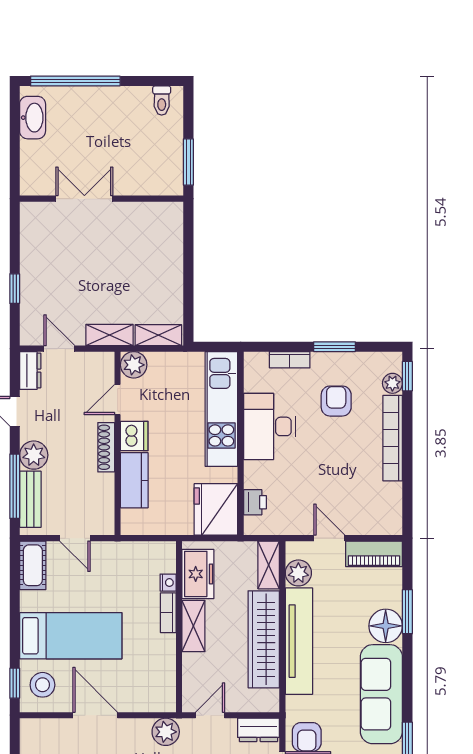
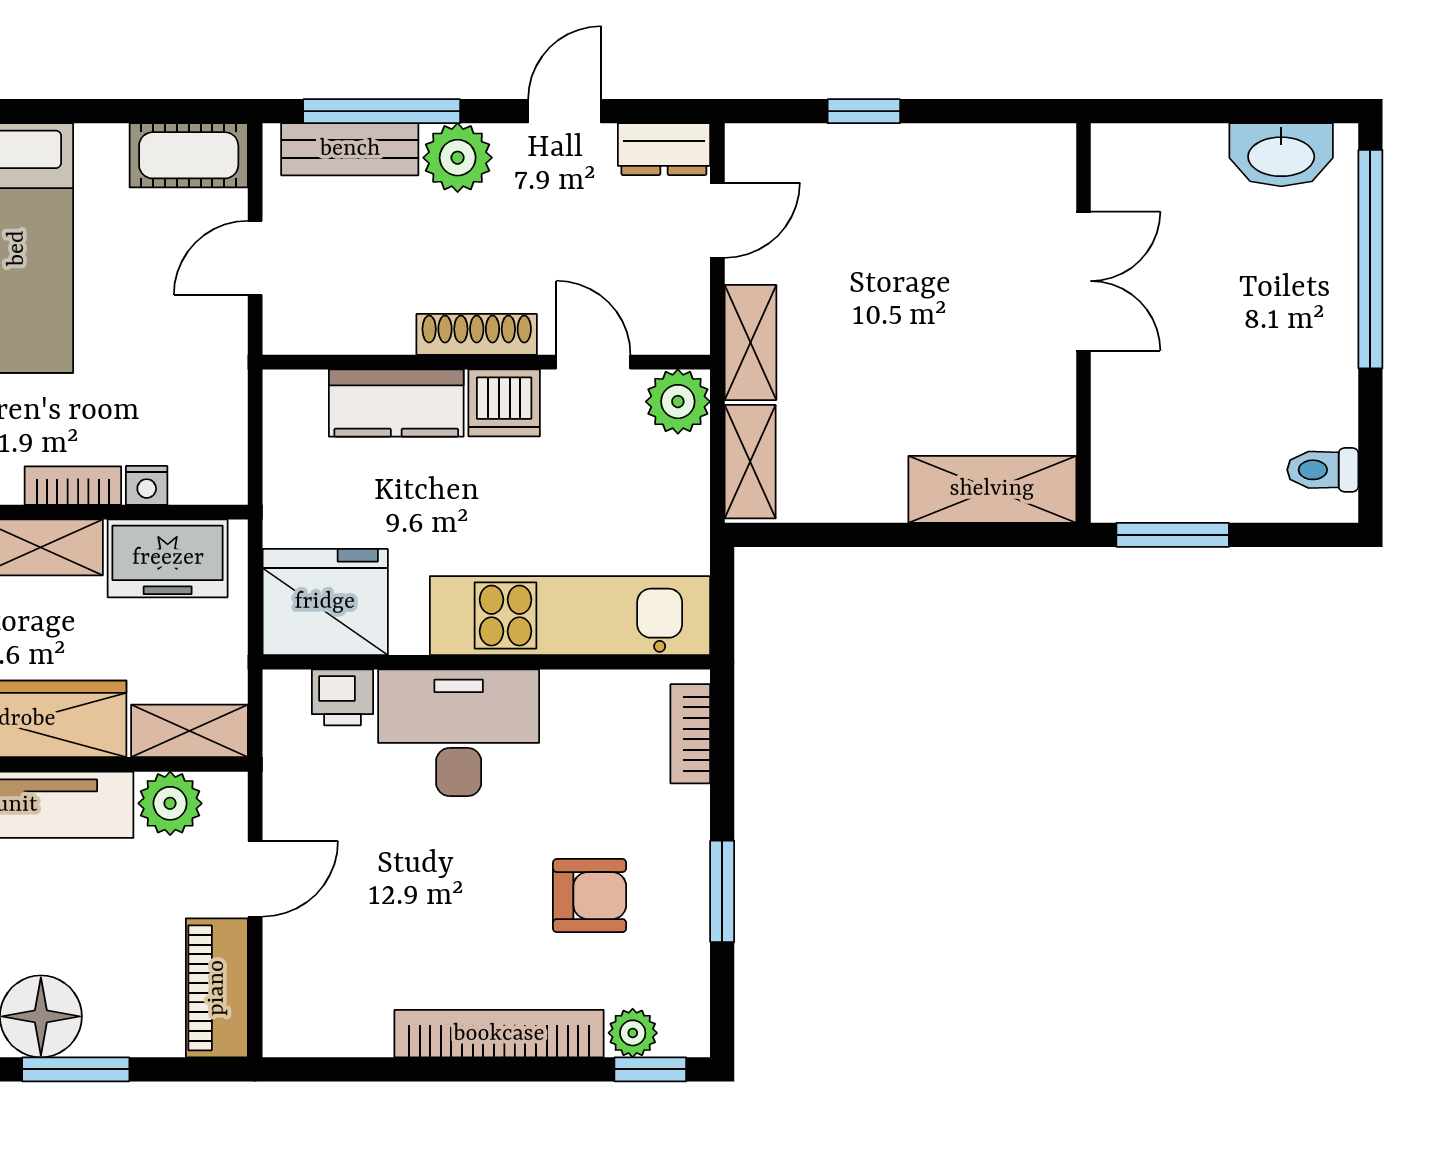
shelving: (170, 236) -> (992, 489), added
bookcase: (290, 360) -> (690, 734), moved
desk: (269, 426) -> (459, 733), moved

